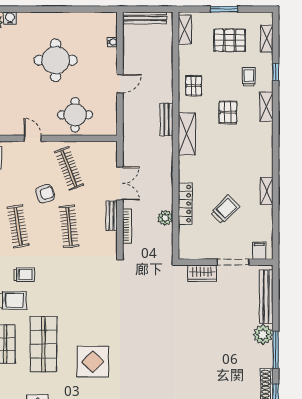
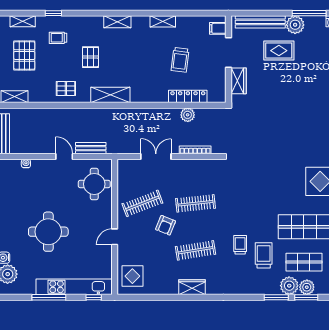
round table: (56, 60) -> (48, 232), moved
shelving: (266, 107) -> (117, 22), moved
pallet: (228, 112) -> (90, 57), turned 90
round table: (75, 115) -> (94, 184), moved
bench: (167, 119) -> (91, 148), moved
armchair: (45, 194) -> (166, 225), turned -142
locker: (185, 204) -> (188, 96), moved
trolley: (225, 210) -> (180, 60), turned -128
bench: (111, 216) -> (186, 164), removed
rug: (235, 317) -> (279, 51), added

